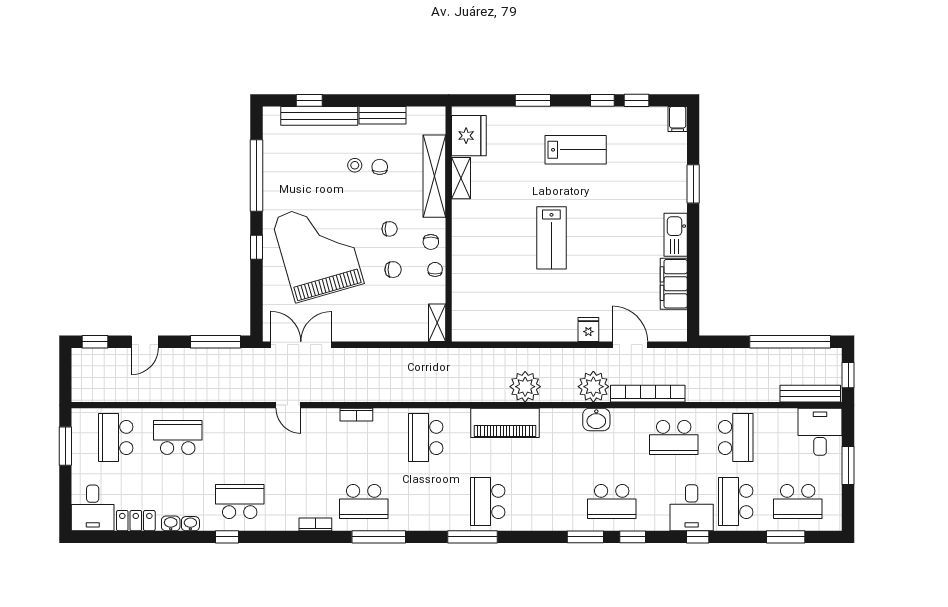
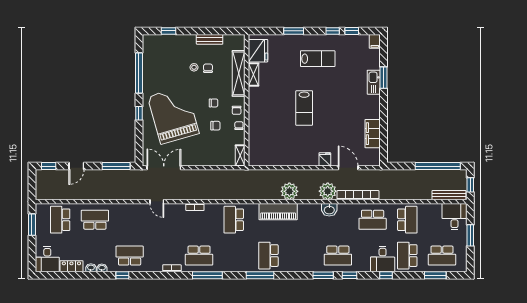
bench: (319, 116) -> (174, 40), removed
kitchen sink: (676, 235) -> (374, 82), moved

